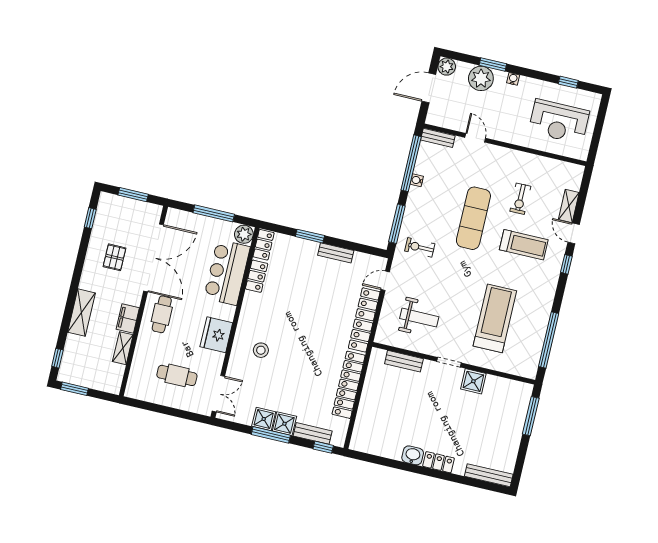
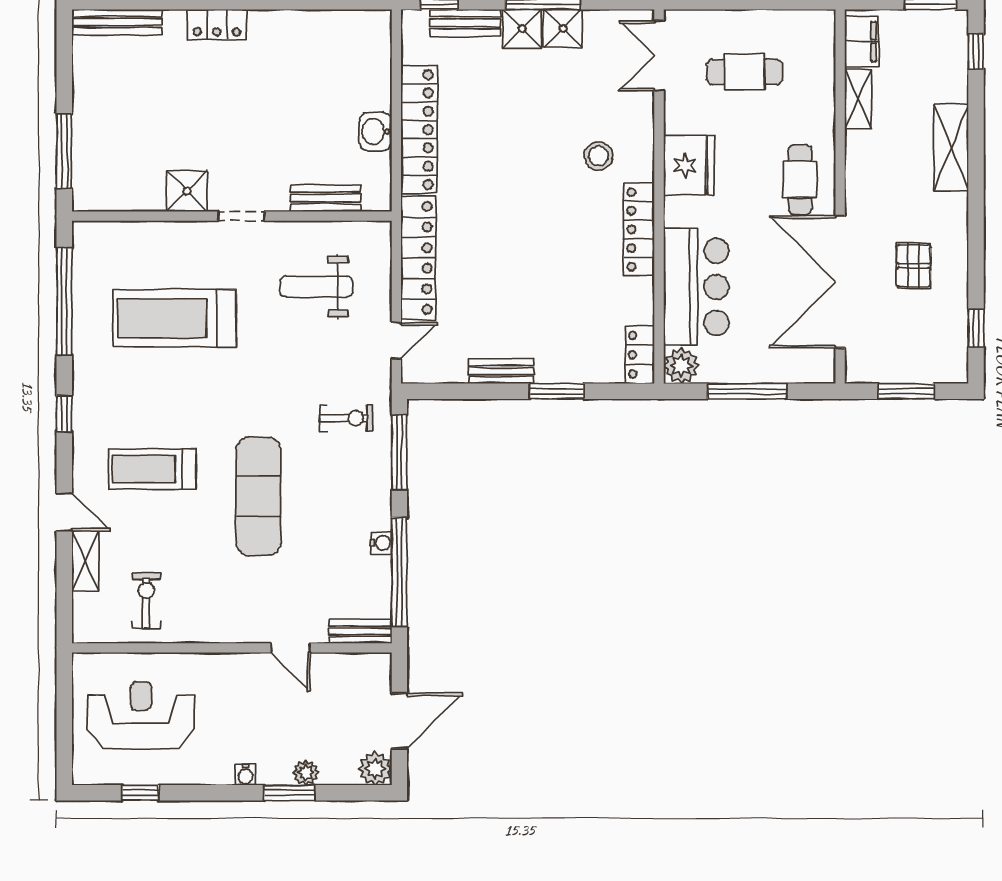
plant: (481, 78) -> (306, 773), width x0.53, depth x0.53
exercise bike: (520, 199) -> (146, 601), moved
window: (566, 264) -> (64, 414), moved
locker: (257, 276) -> (639, 229), moved, width x1.53
treadmill: (495, 318) -> (174, 318), turned 90
filing cabinet: (128, 319) -> (862, 41), moved
washbasin: (413, 455) -> (375, 132), moved, turned 90

